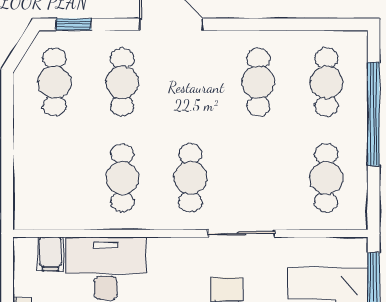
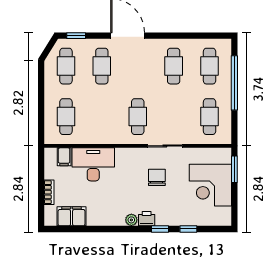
cafe table: (122, 178) -> (66, 117), moved

